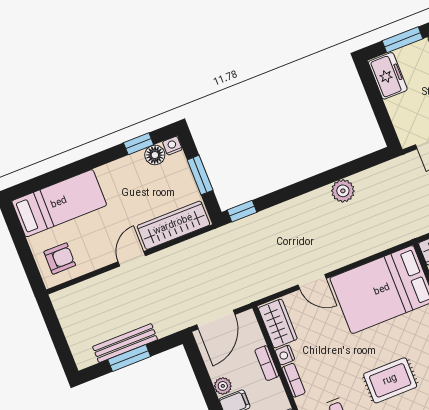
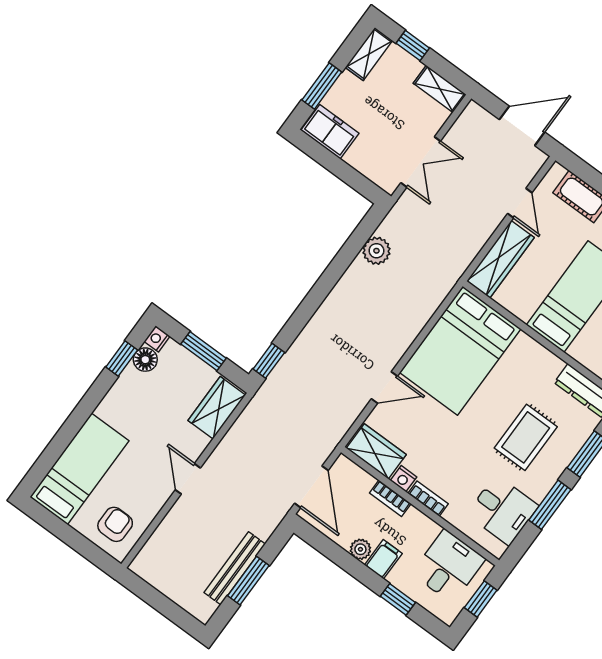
plant: (343, 191) -> (376, 251), moved
wardrobe: (173, 225) -> (217, 408), width x0.67

